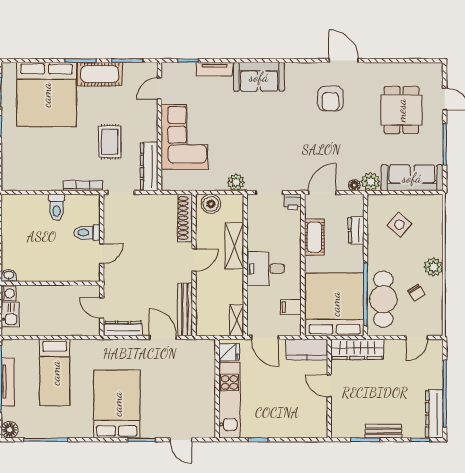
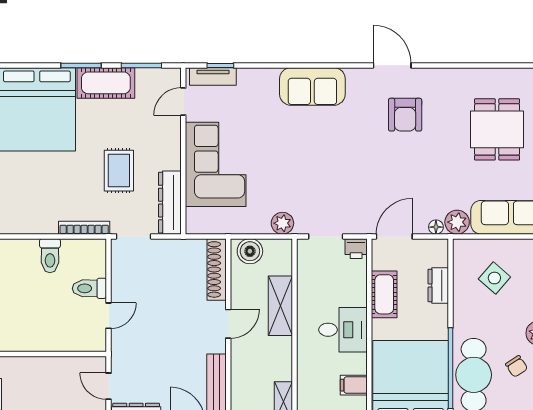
door: (344, 61) -> (392, 65), moved
tv unit: (214, 69) -> (213, 76), moved
desk: (265, 269) -> (343, 330), moved, turned 180

